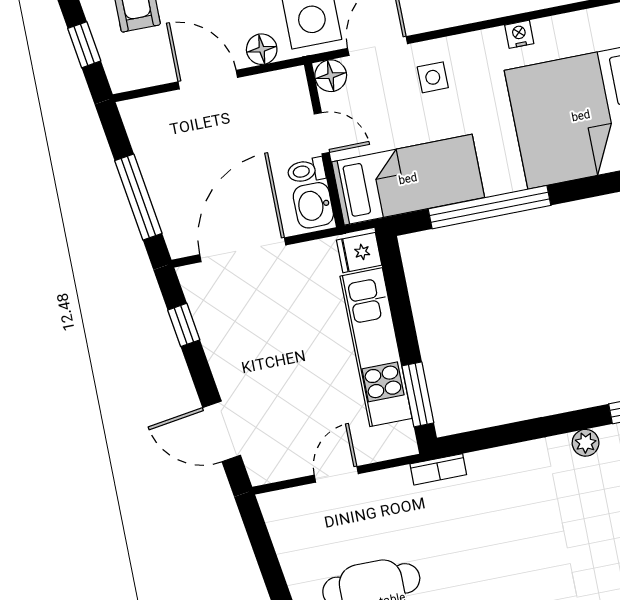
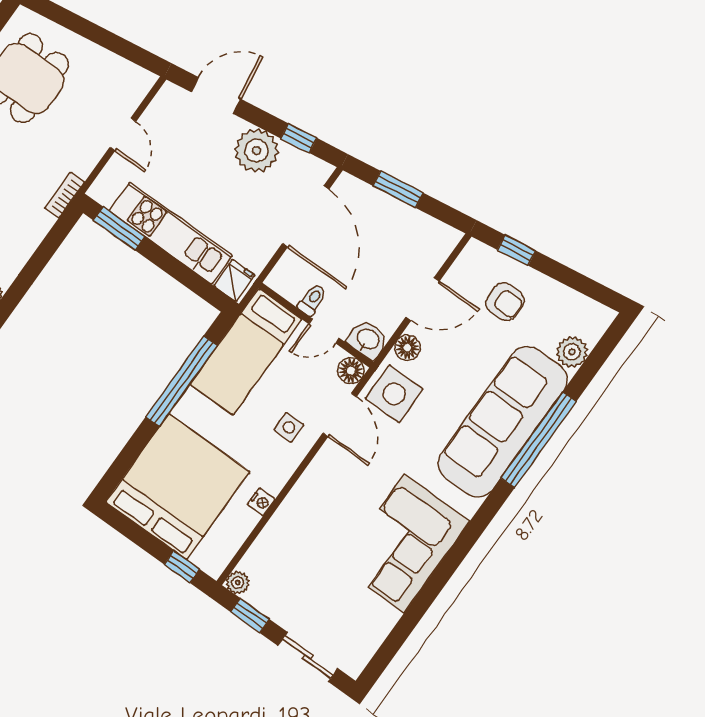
window: (138, 197) -> (398, 189), width x0.69
washbasin: (313, 205) -> (368, 340), moved
plant: (232, 349) -> (256, 151), added

